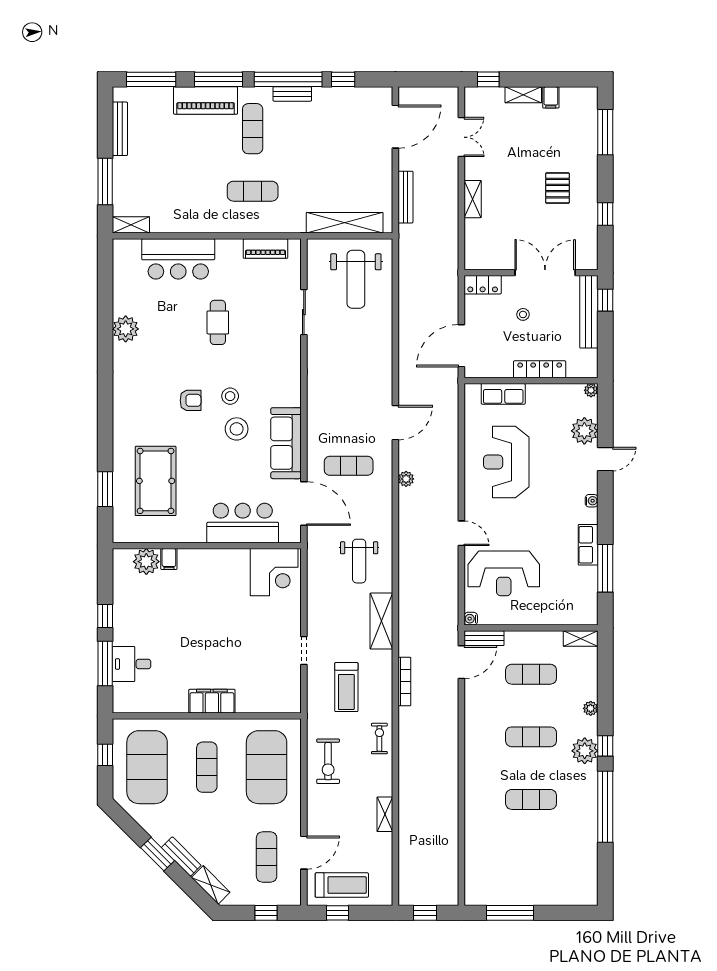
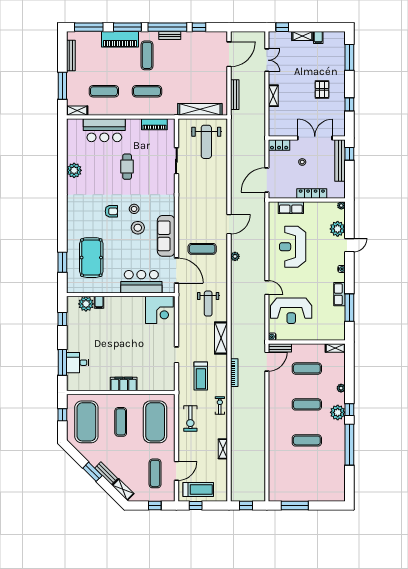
exercise mat: (178, 191) -> (104, 91), added
window: (105, 616) -> (62, 319), moved

